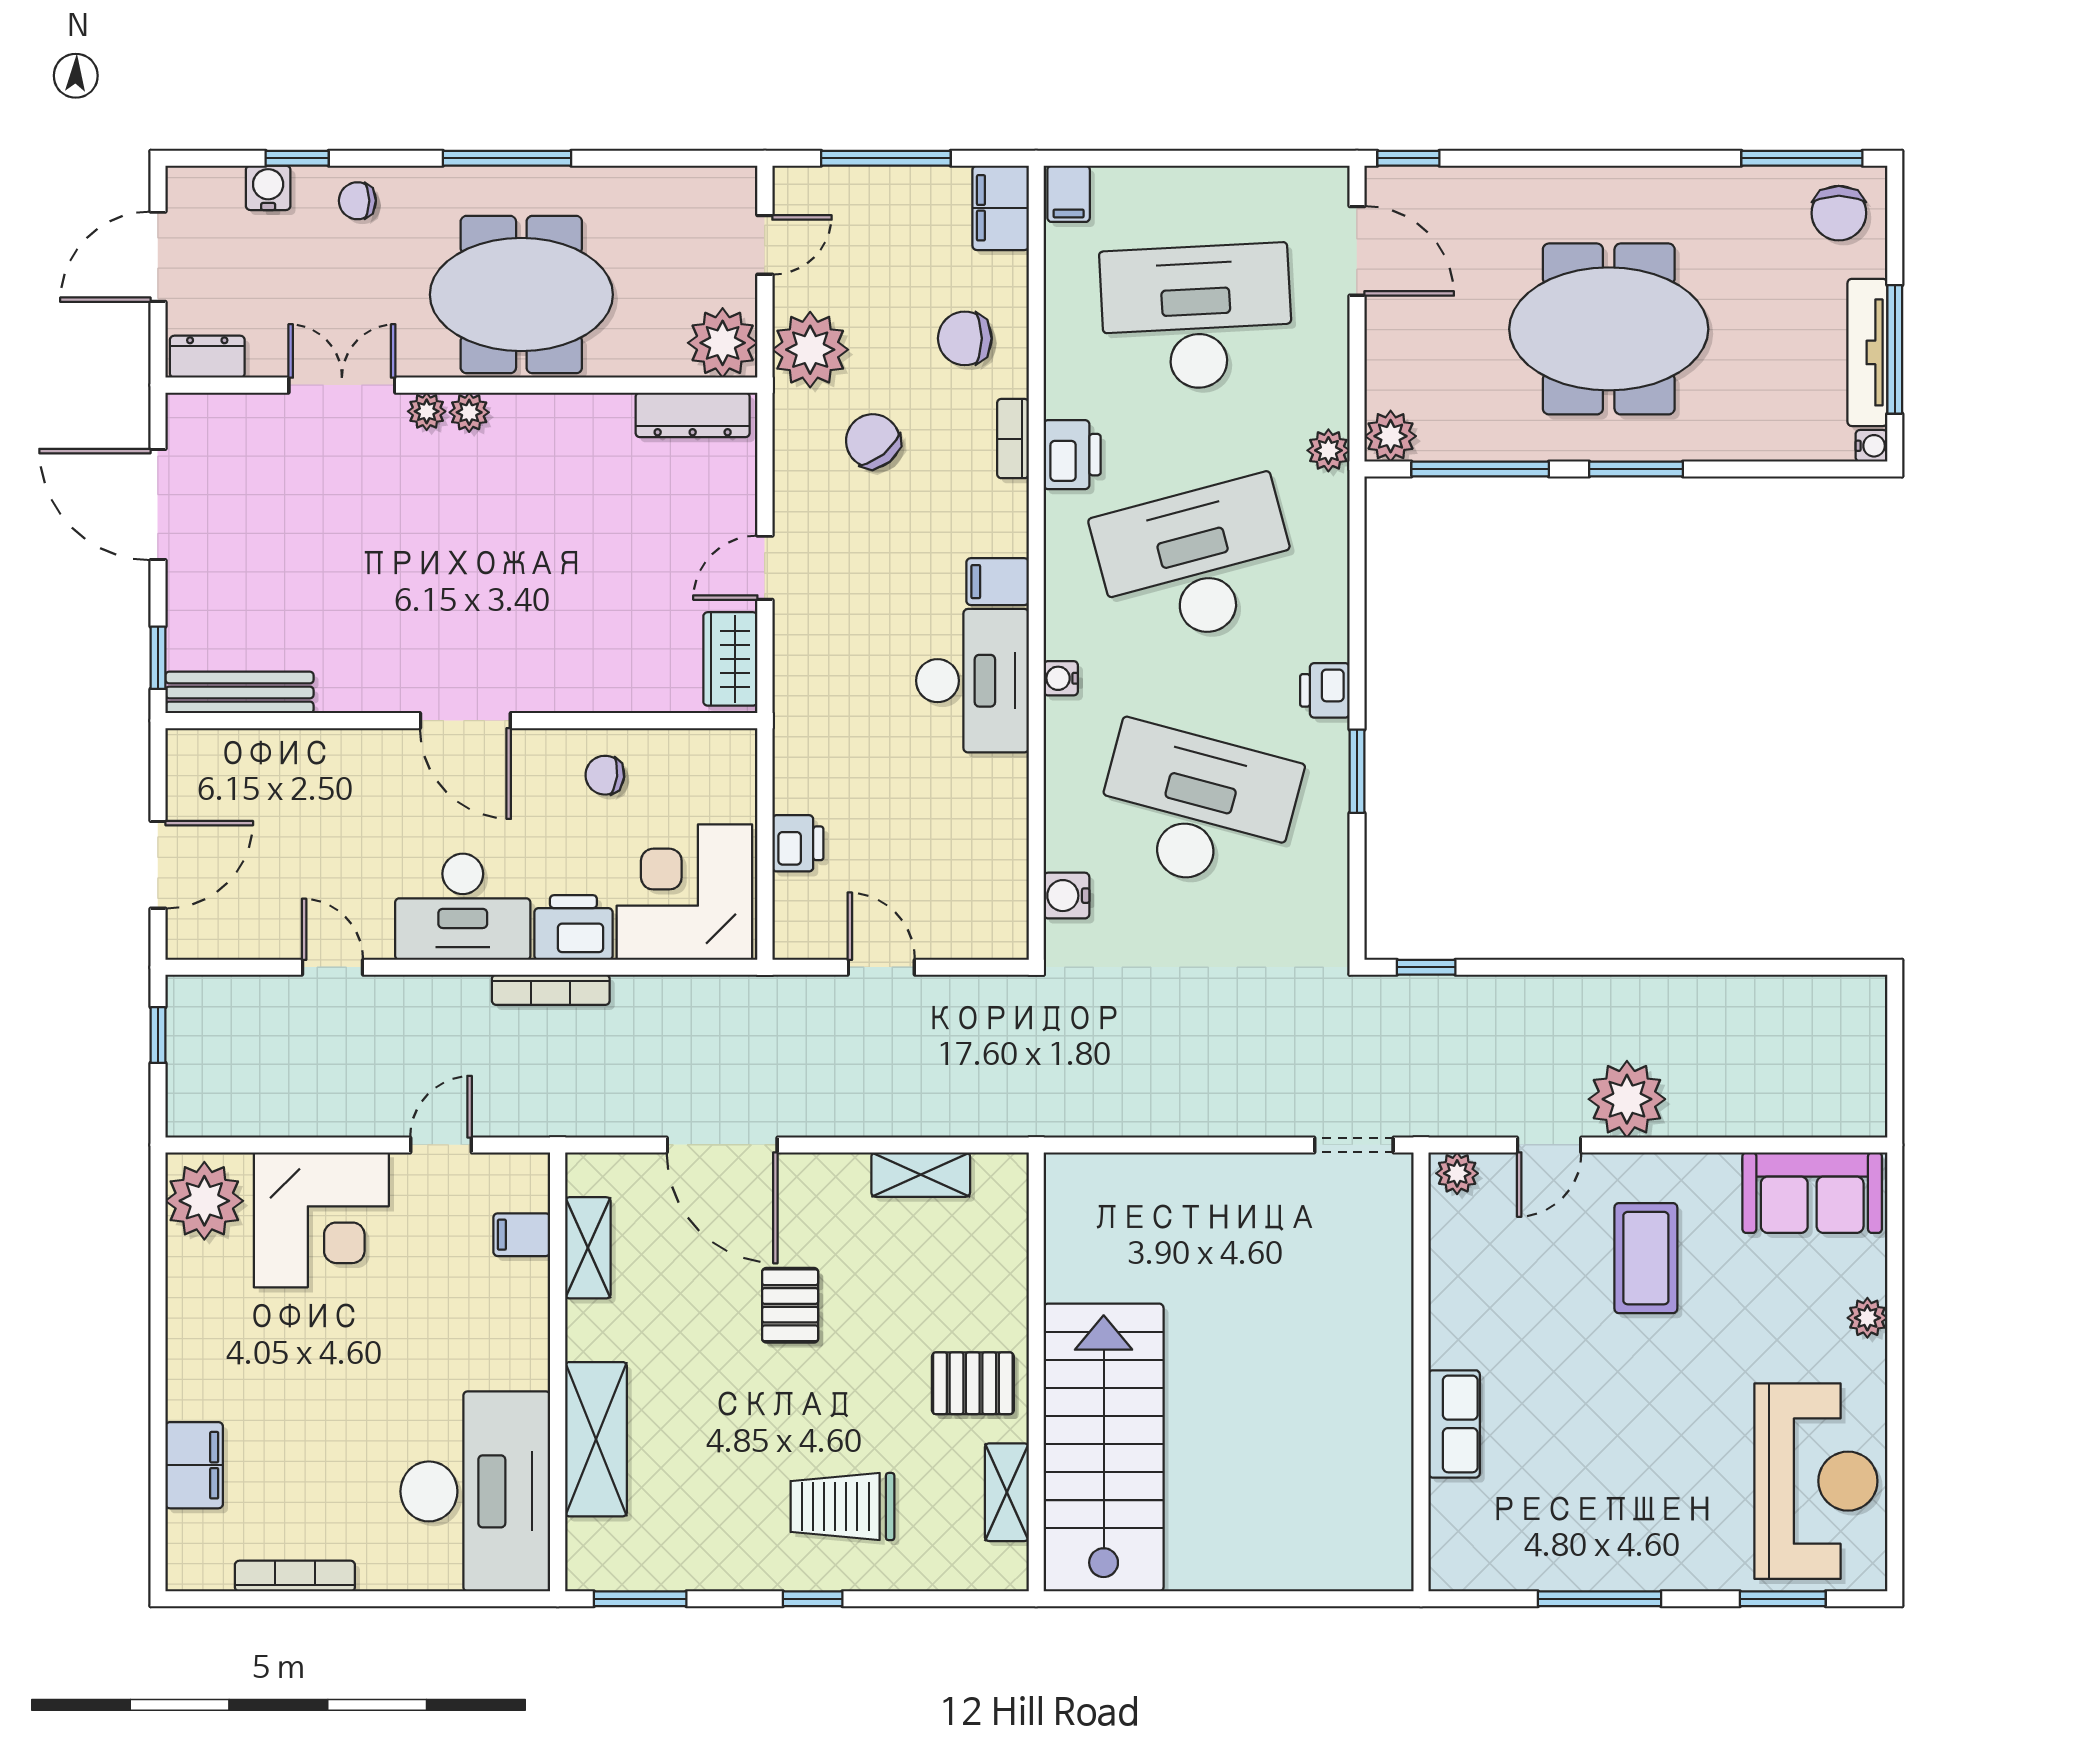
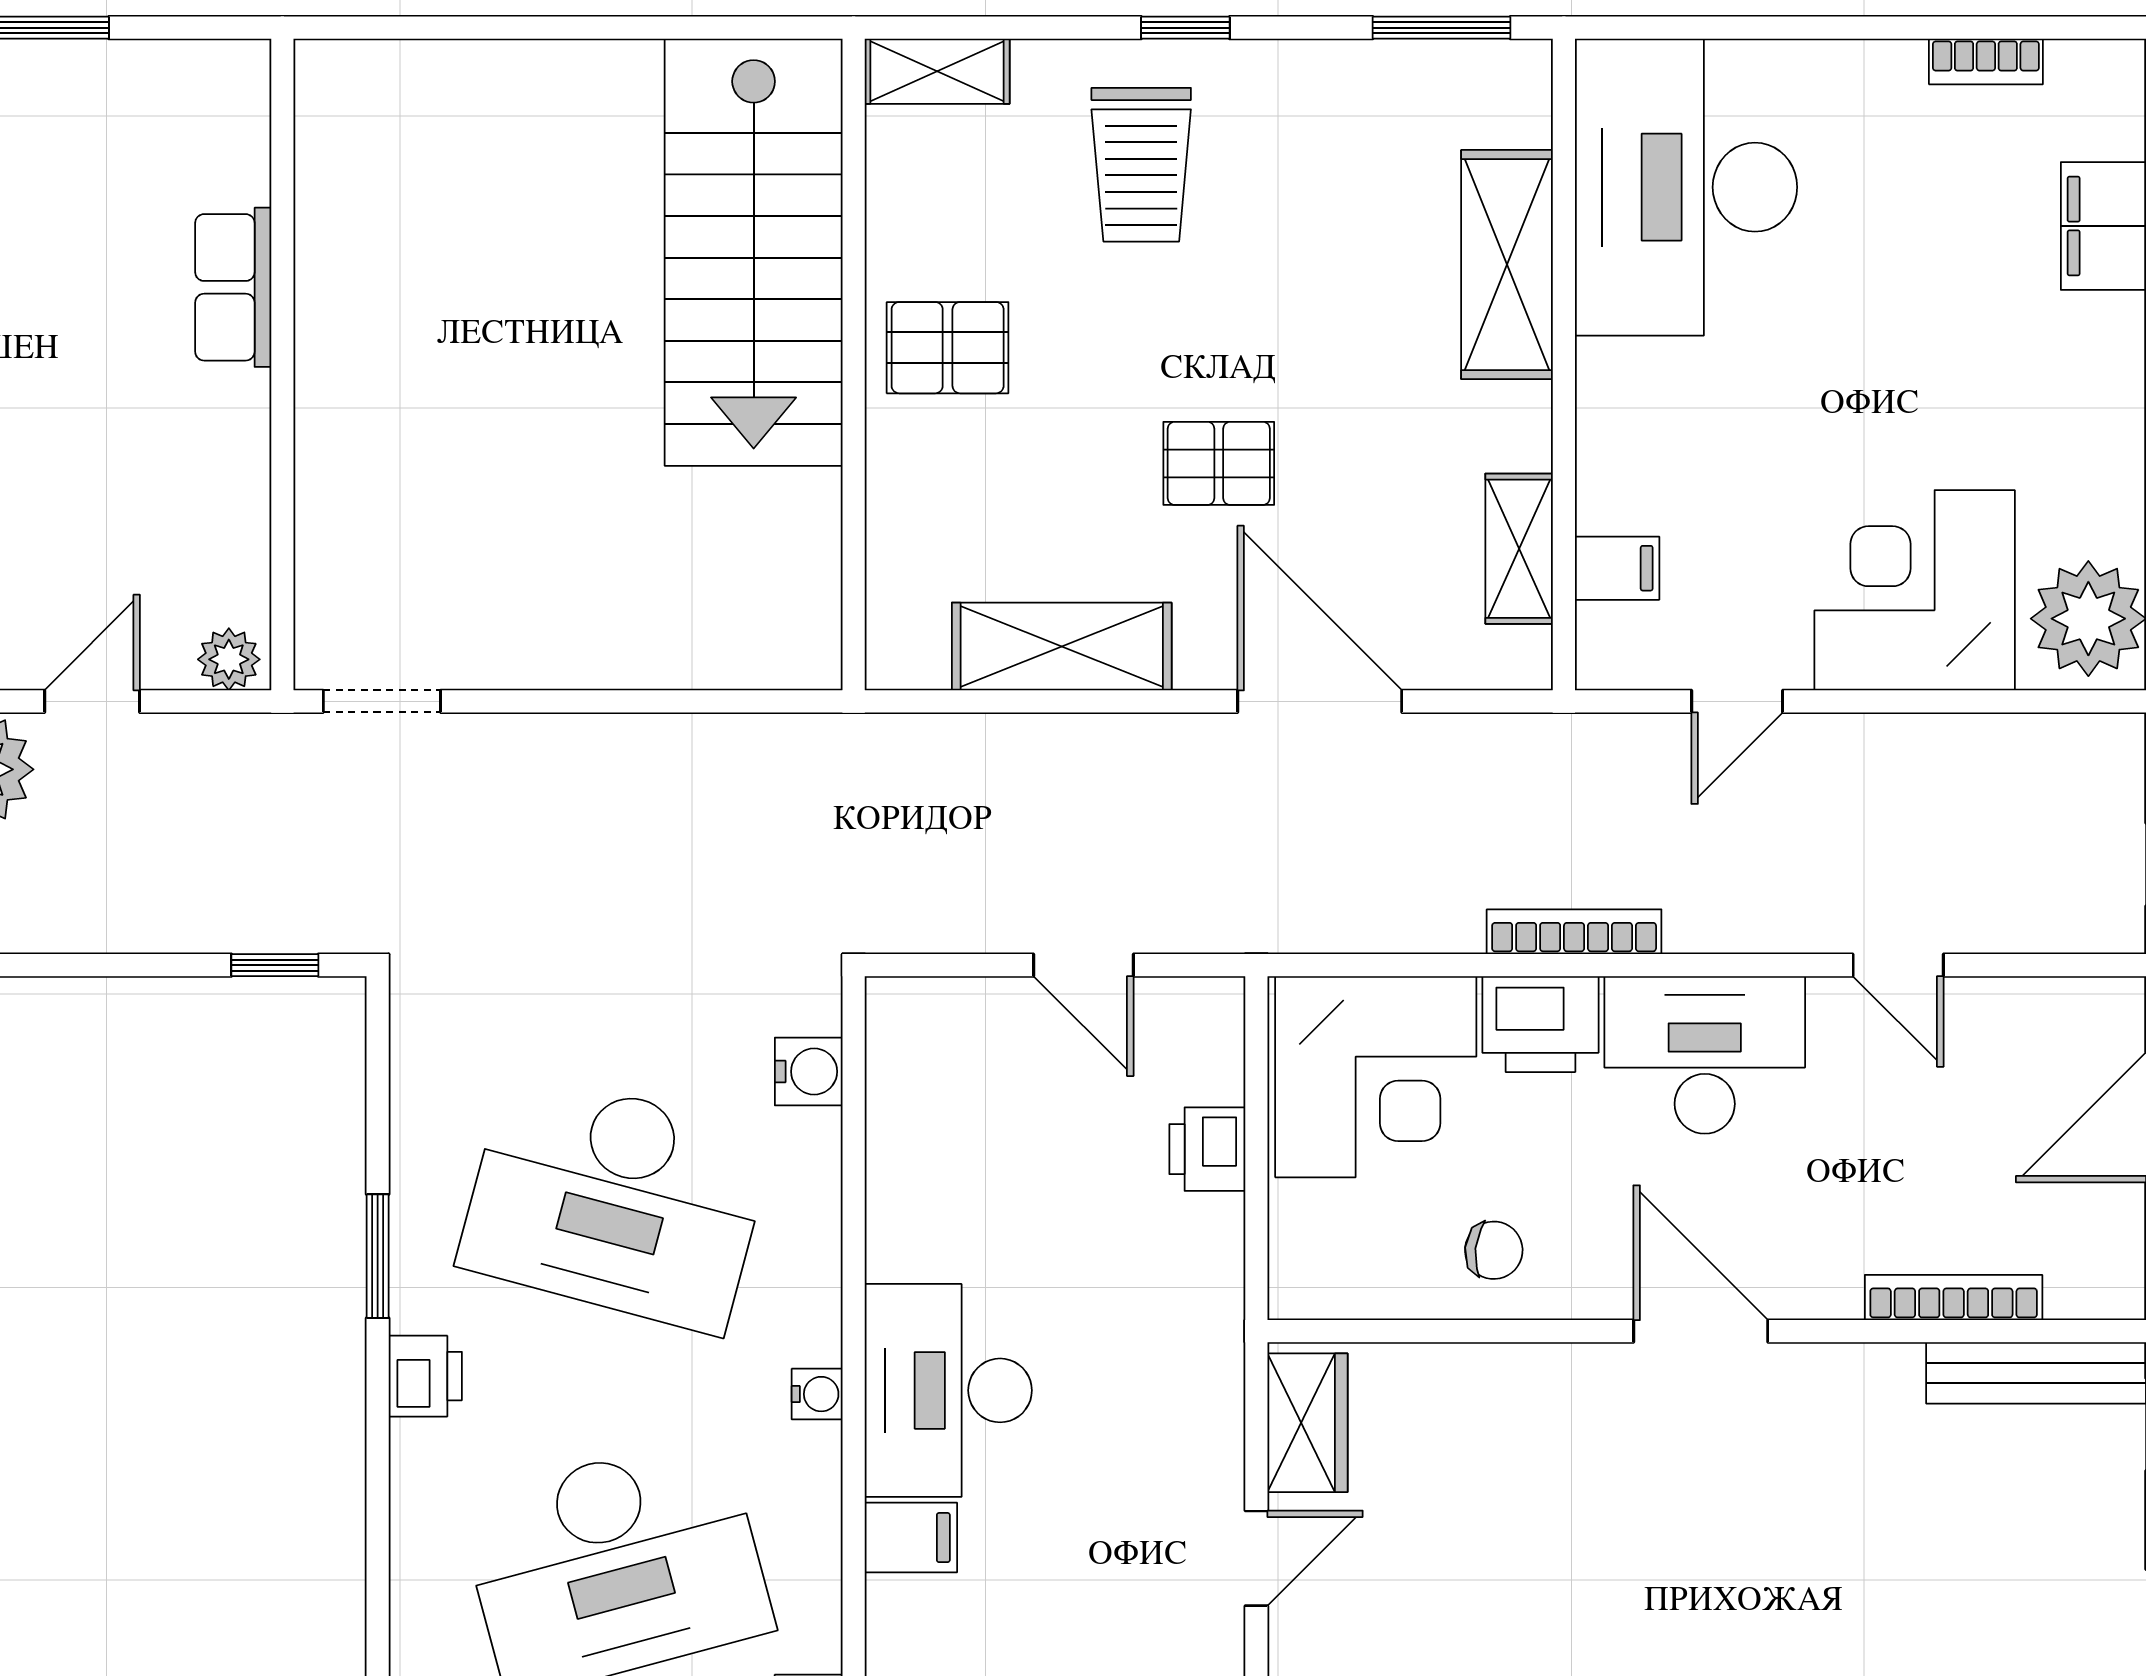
bookcase: (295, 743) -> (1954, 1297), added
shelving: (921, 1175) -> (1062, 646), width x1.50, depth x1.33
pallet: (790, 1305) -> (1219, 463), turned 90
shelving: (1007, 1492) -> (937, 71), moved, turned 90
trolley: (842, 1507) -> (1141, 165), turned 90
bookcase: (295, 1576) -> (1986, 61), width x0.64

